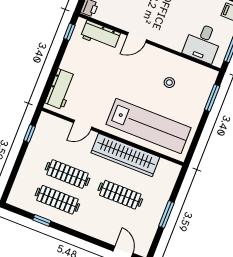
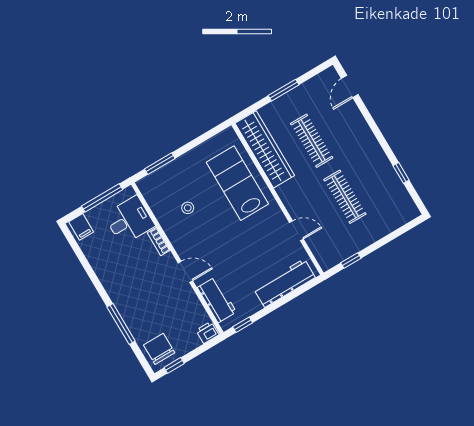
bookcase: (171, 44) -> (159, 242), added
workbench: (60, 89) -> (284, 283), width x1.38
lab bench: (148, 126) -> (237, 183), width x0.73
wardrobe: (125, 155) -> (265, 149), moved
clothes rail: (57, 200) -> (372, 181), removed

